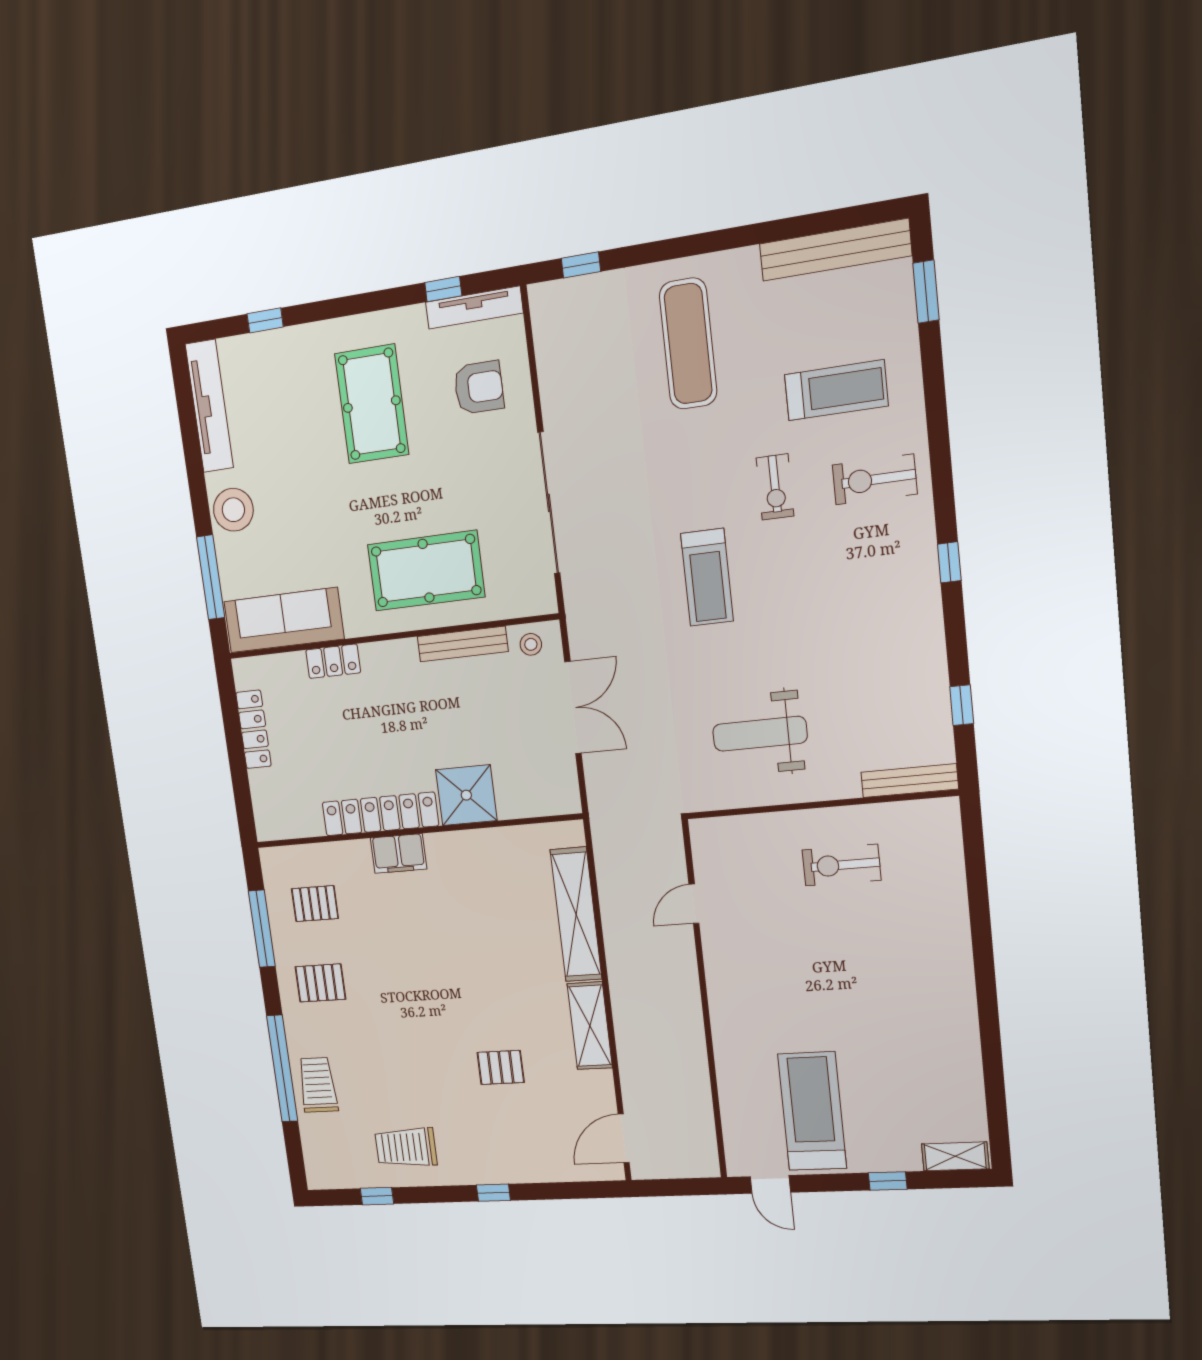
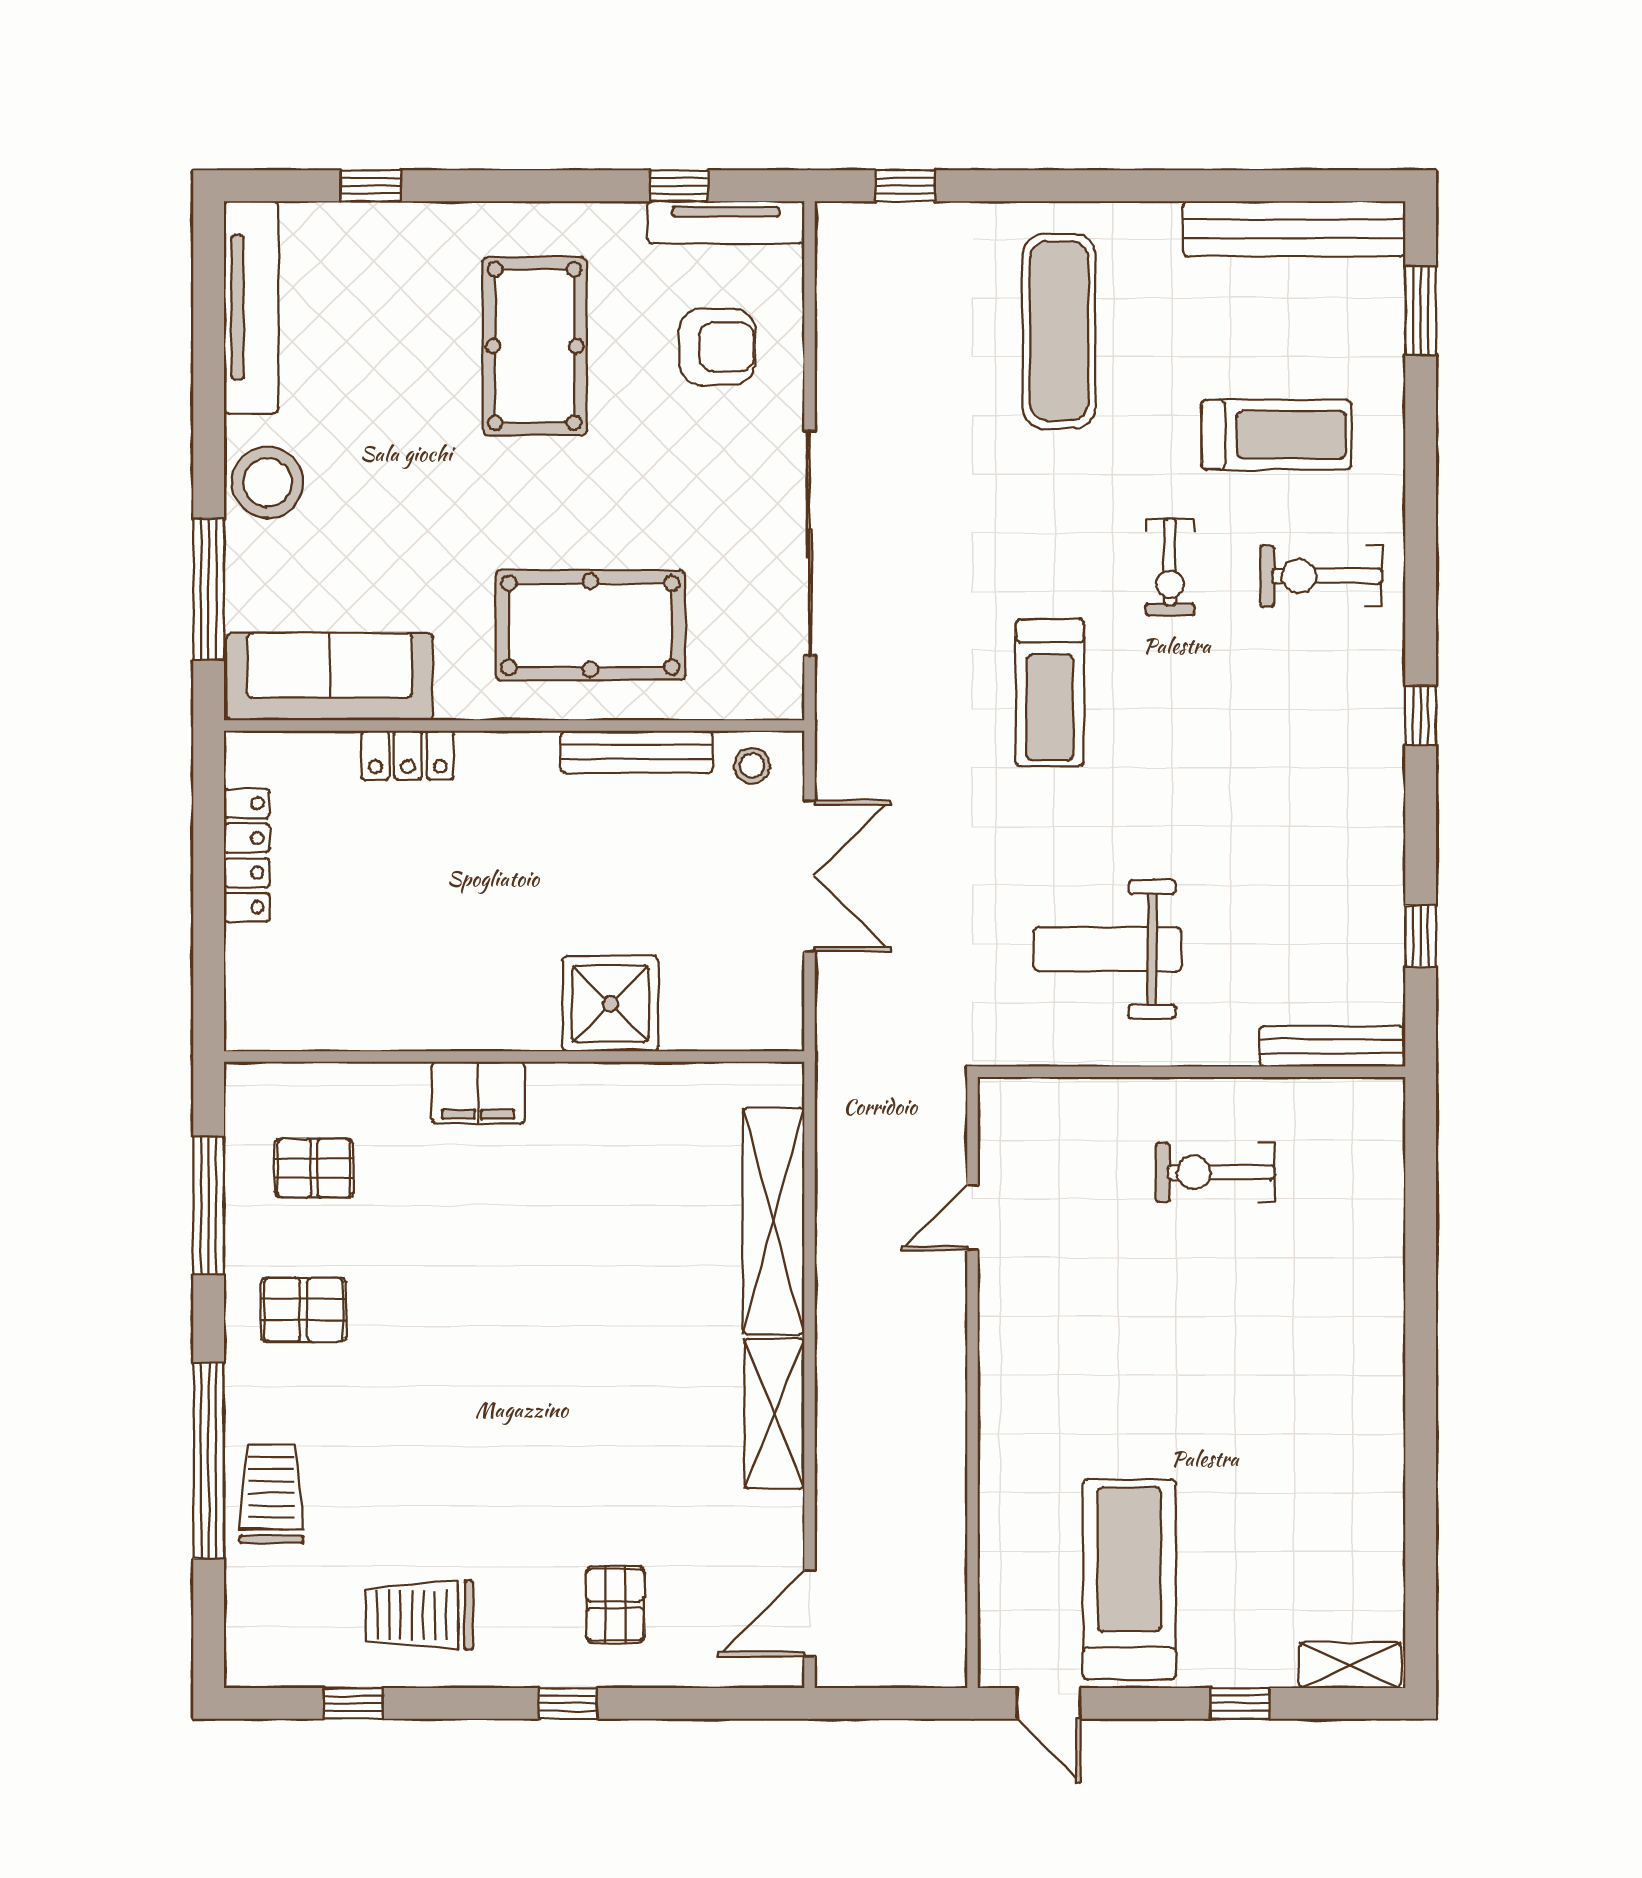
locker: (380, 814) -> (455, 1022), removed
pallet: (501, 1067) -> (615, 1605), moved, turned 90

